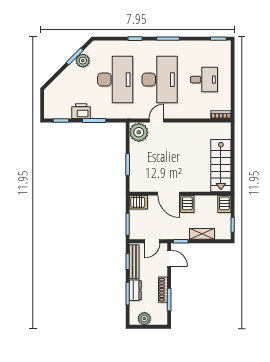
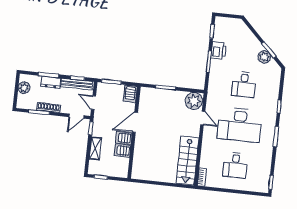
desk: (115, 80) -> (244, 85), width x0.53, depth x0.77
stairs: (221, 166) -> (187, 161), moved, turned -90
server rack: (224, 204) -> (123, 151), moved

